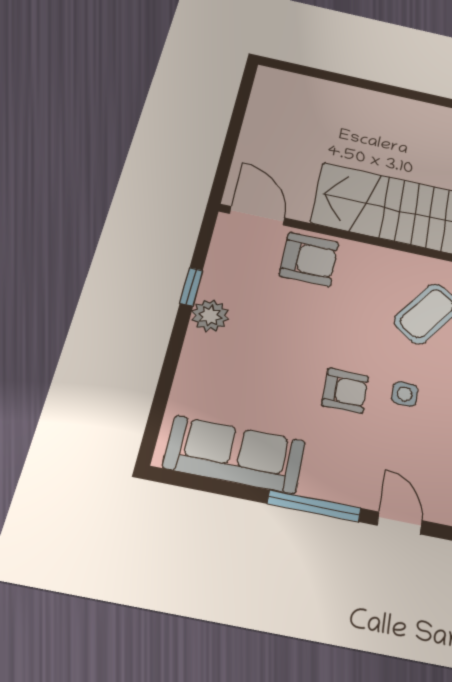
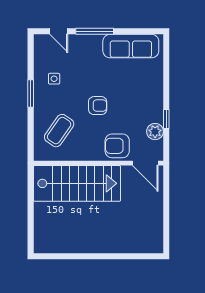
plant: (210, 316) -> (155, 132), moved
armchair: (345, 391) -> (98, 106), moved, turned 180
side table: (405, 394) -> (54, 79), moved

